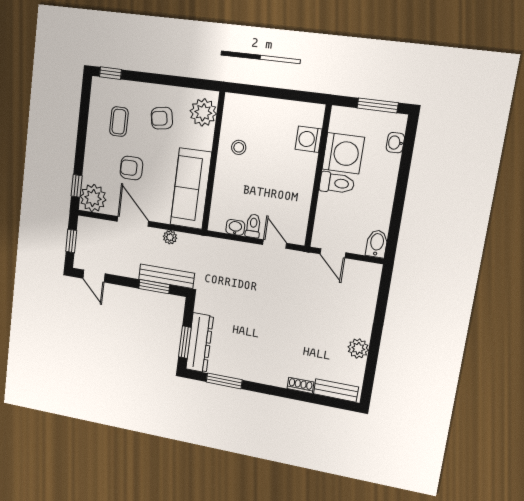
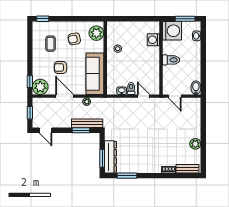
washing machine: (343, 153) -> (172, 31), moved

